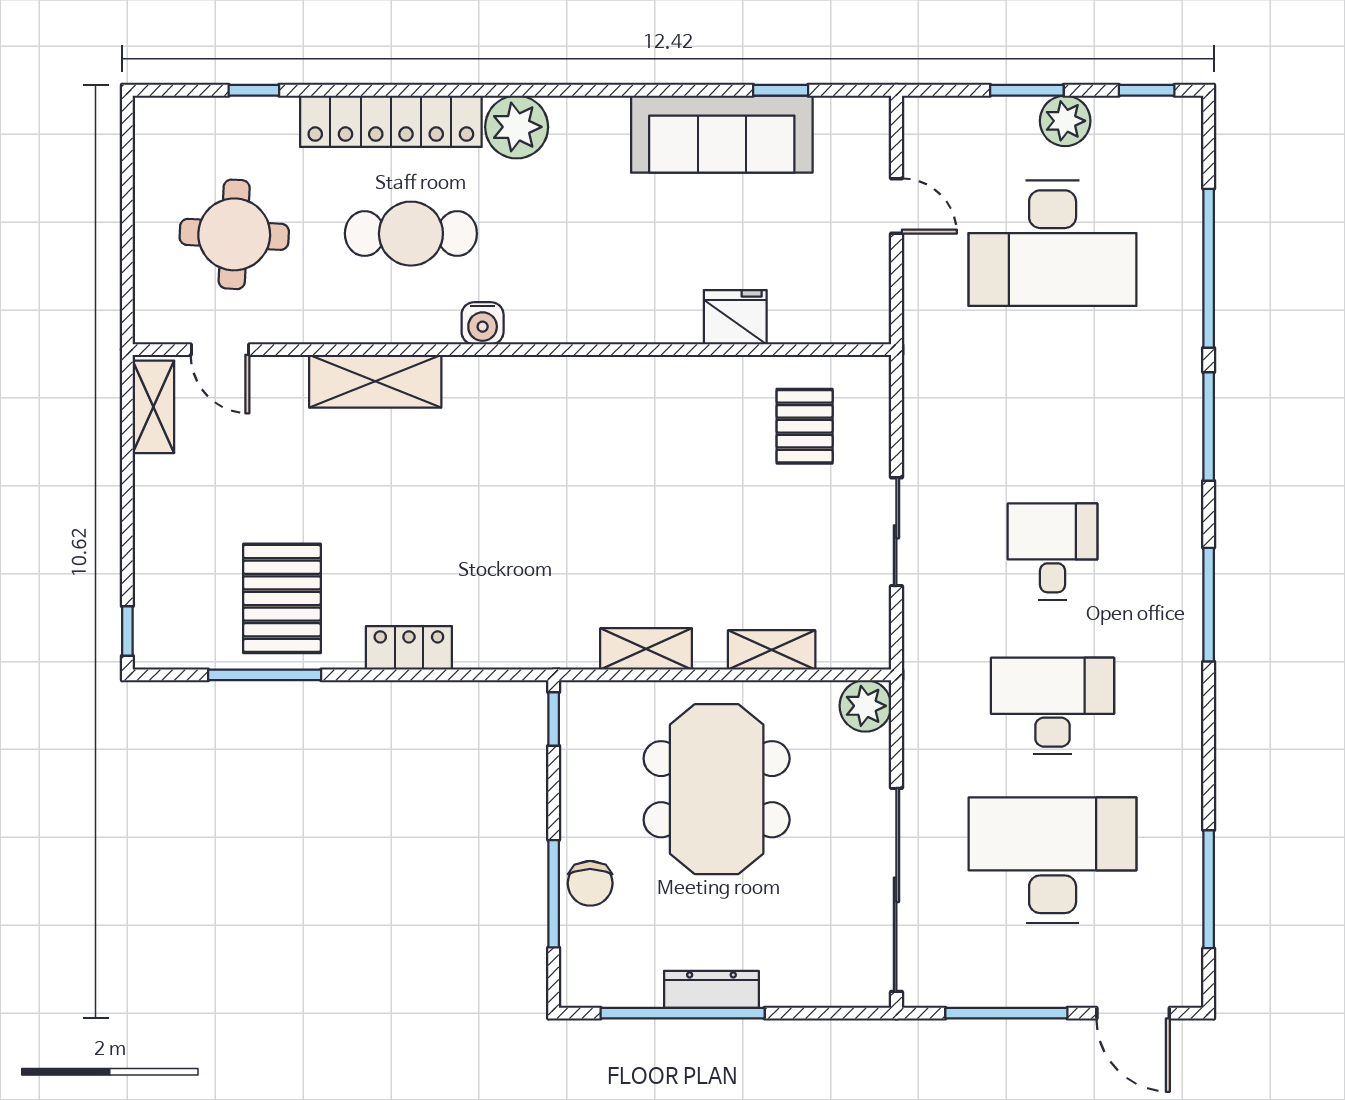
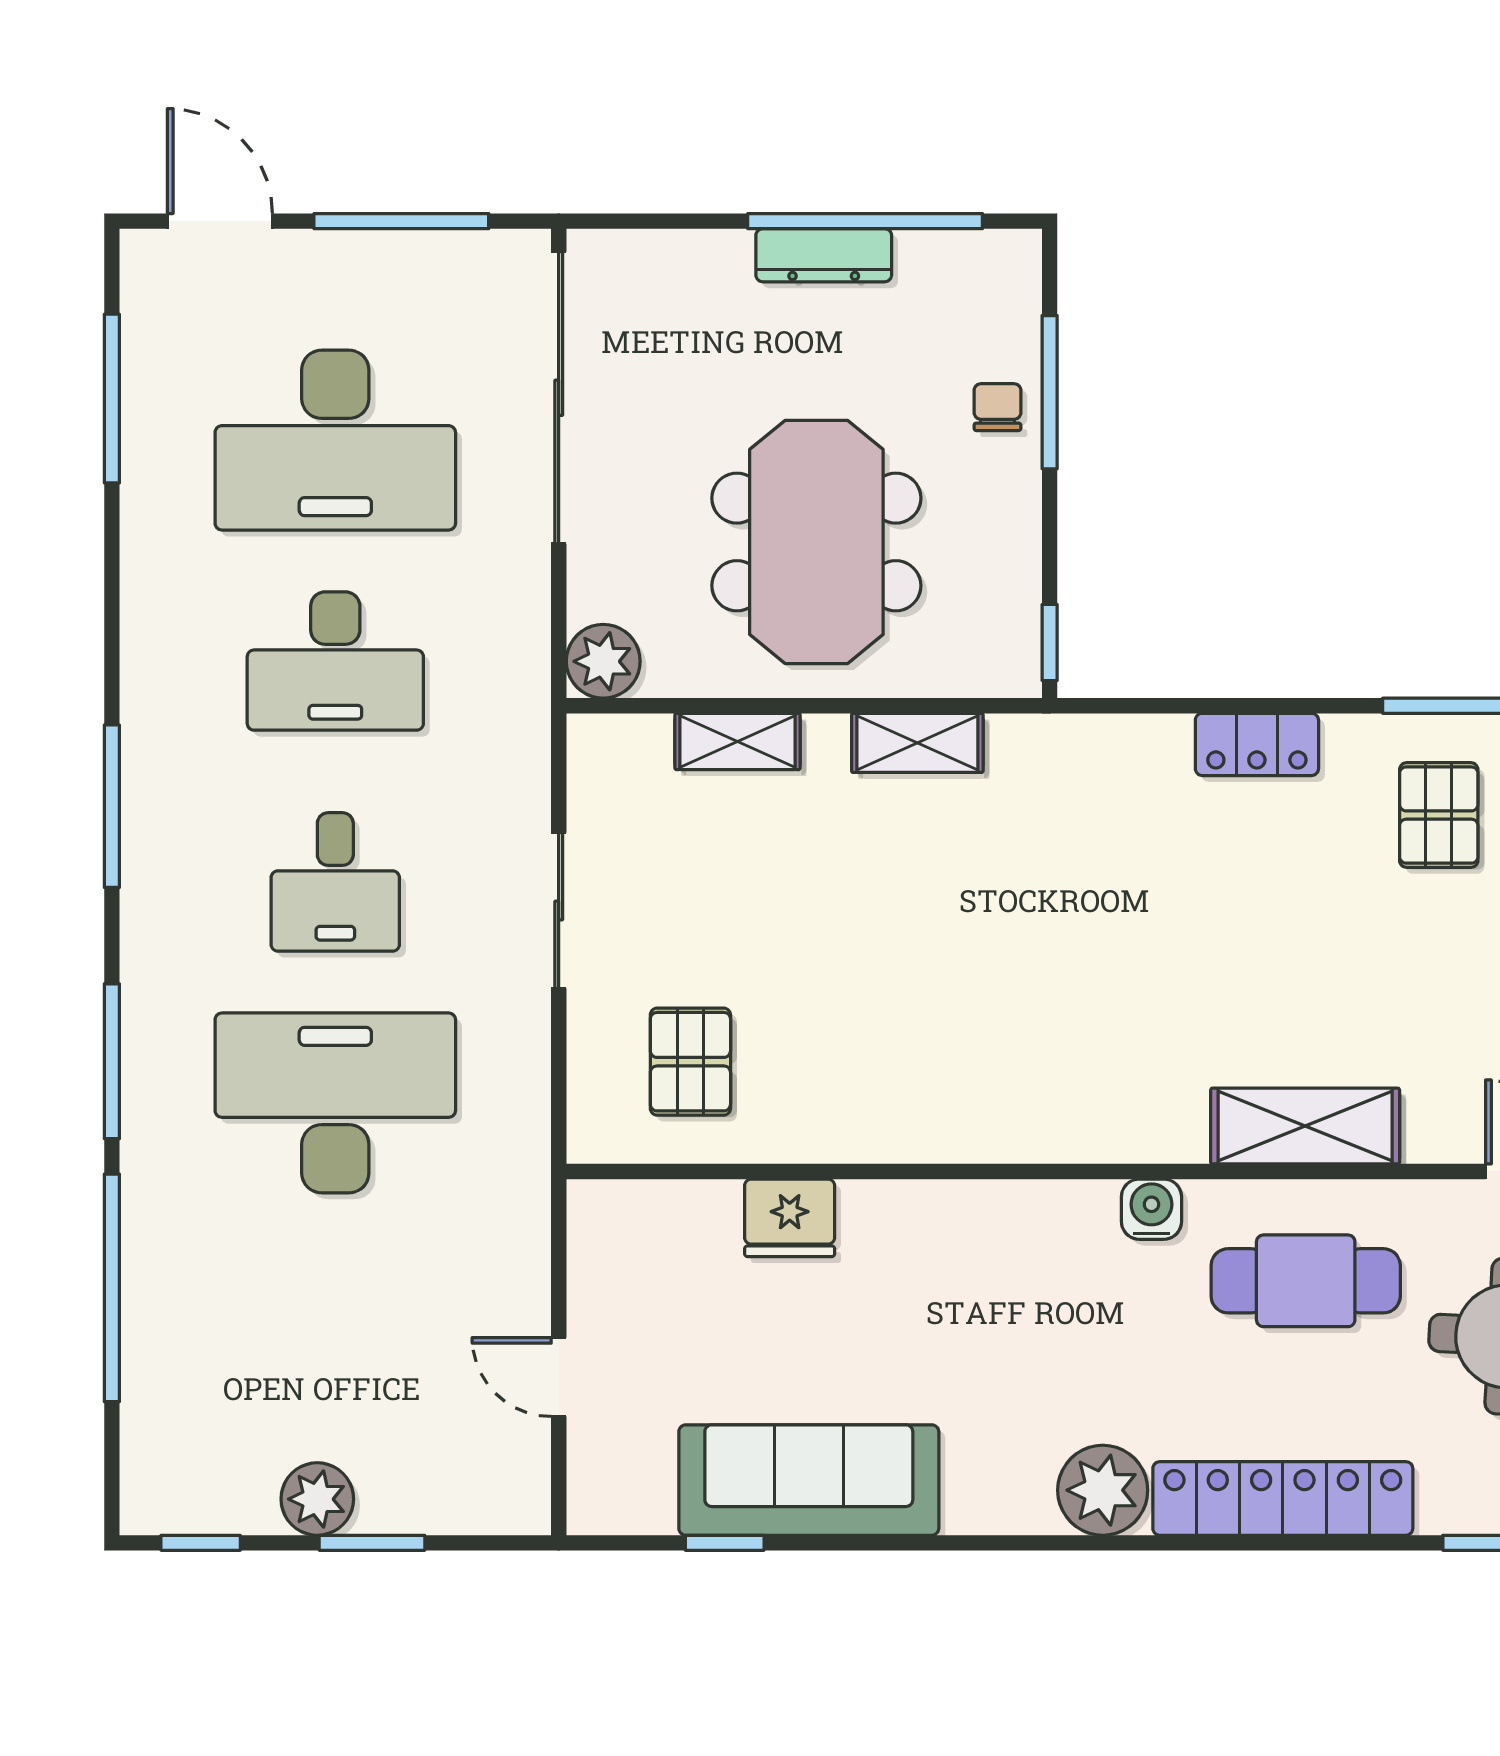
cafe table: (411, 234) -> (1306, 1281), moved
desk: (1053, 243) -> (335, 1103), moved
pallet: (282, 598) -> (1439, 815), width x0.67, depth x0.71
chair: (590, 883) -> (997, 407), width x0.73, depth x0.73

